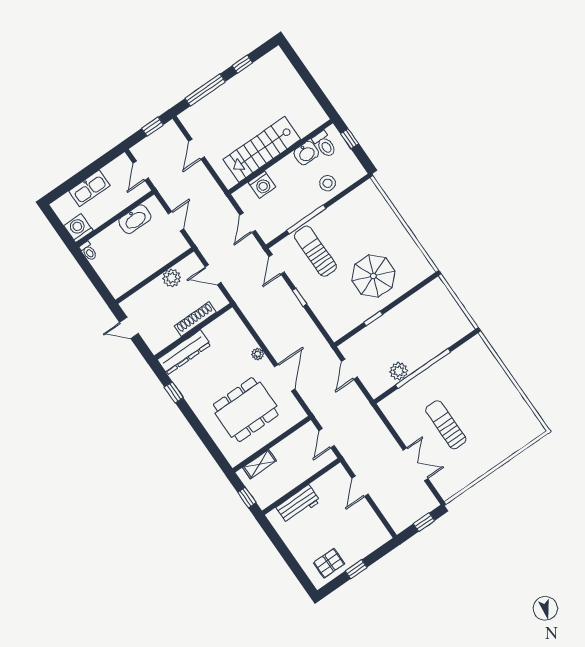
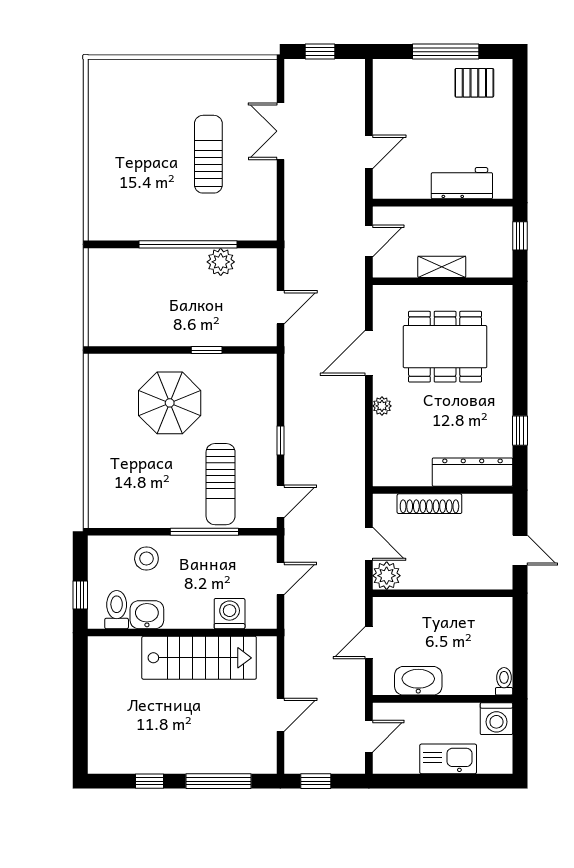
plant: (172, 278) -> (387, 576), moved
sun lounger: (446, 425) -> (208, 154), turned 180
shelving: (259, 464) -> (442, 267), moved
window: (356, 569) -> (446, 52), width x2.17

